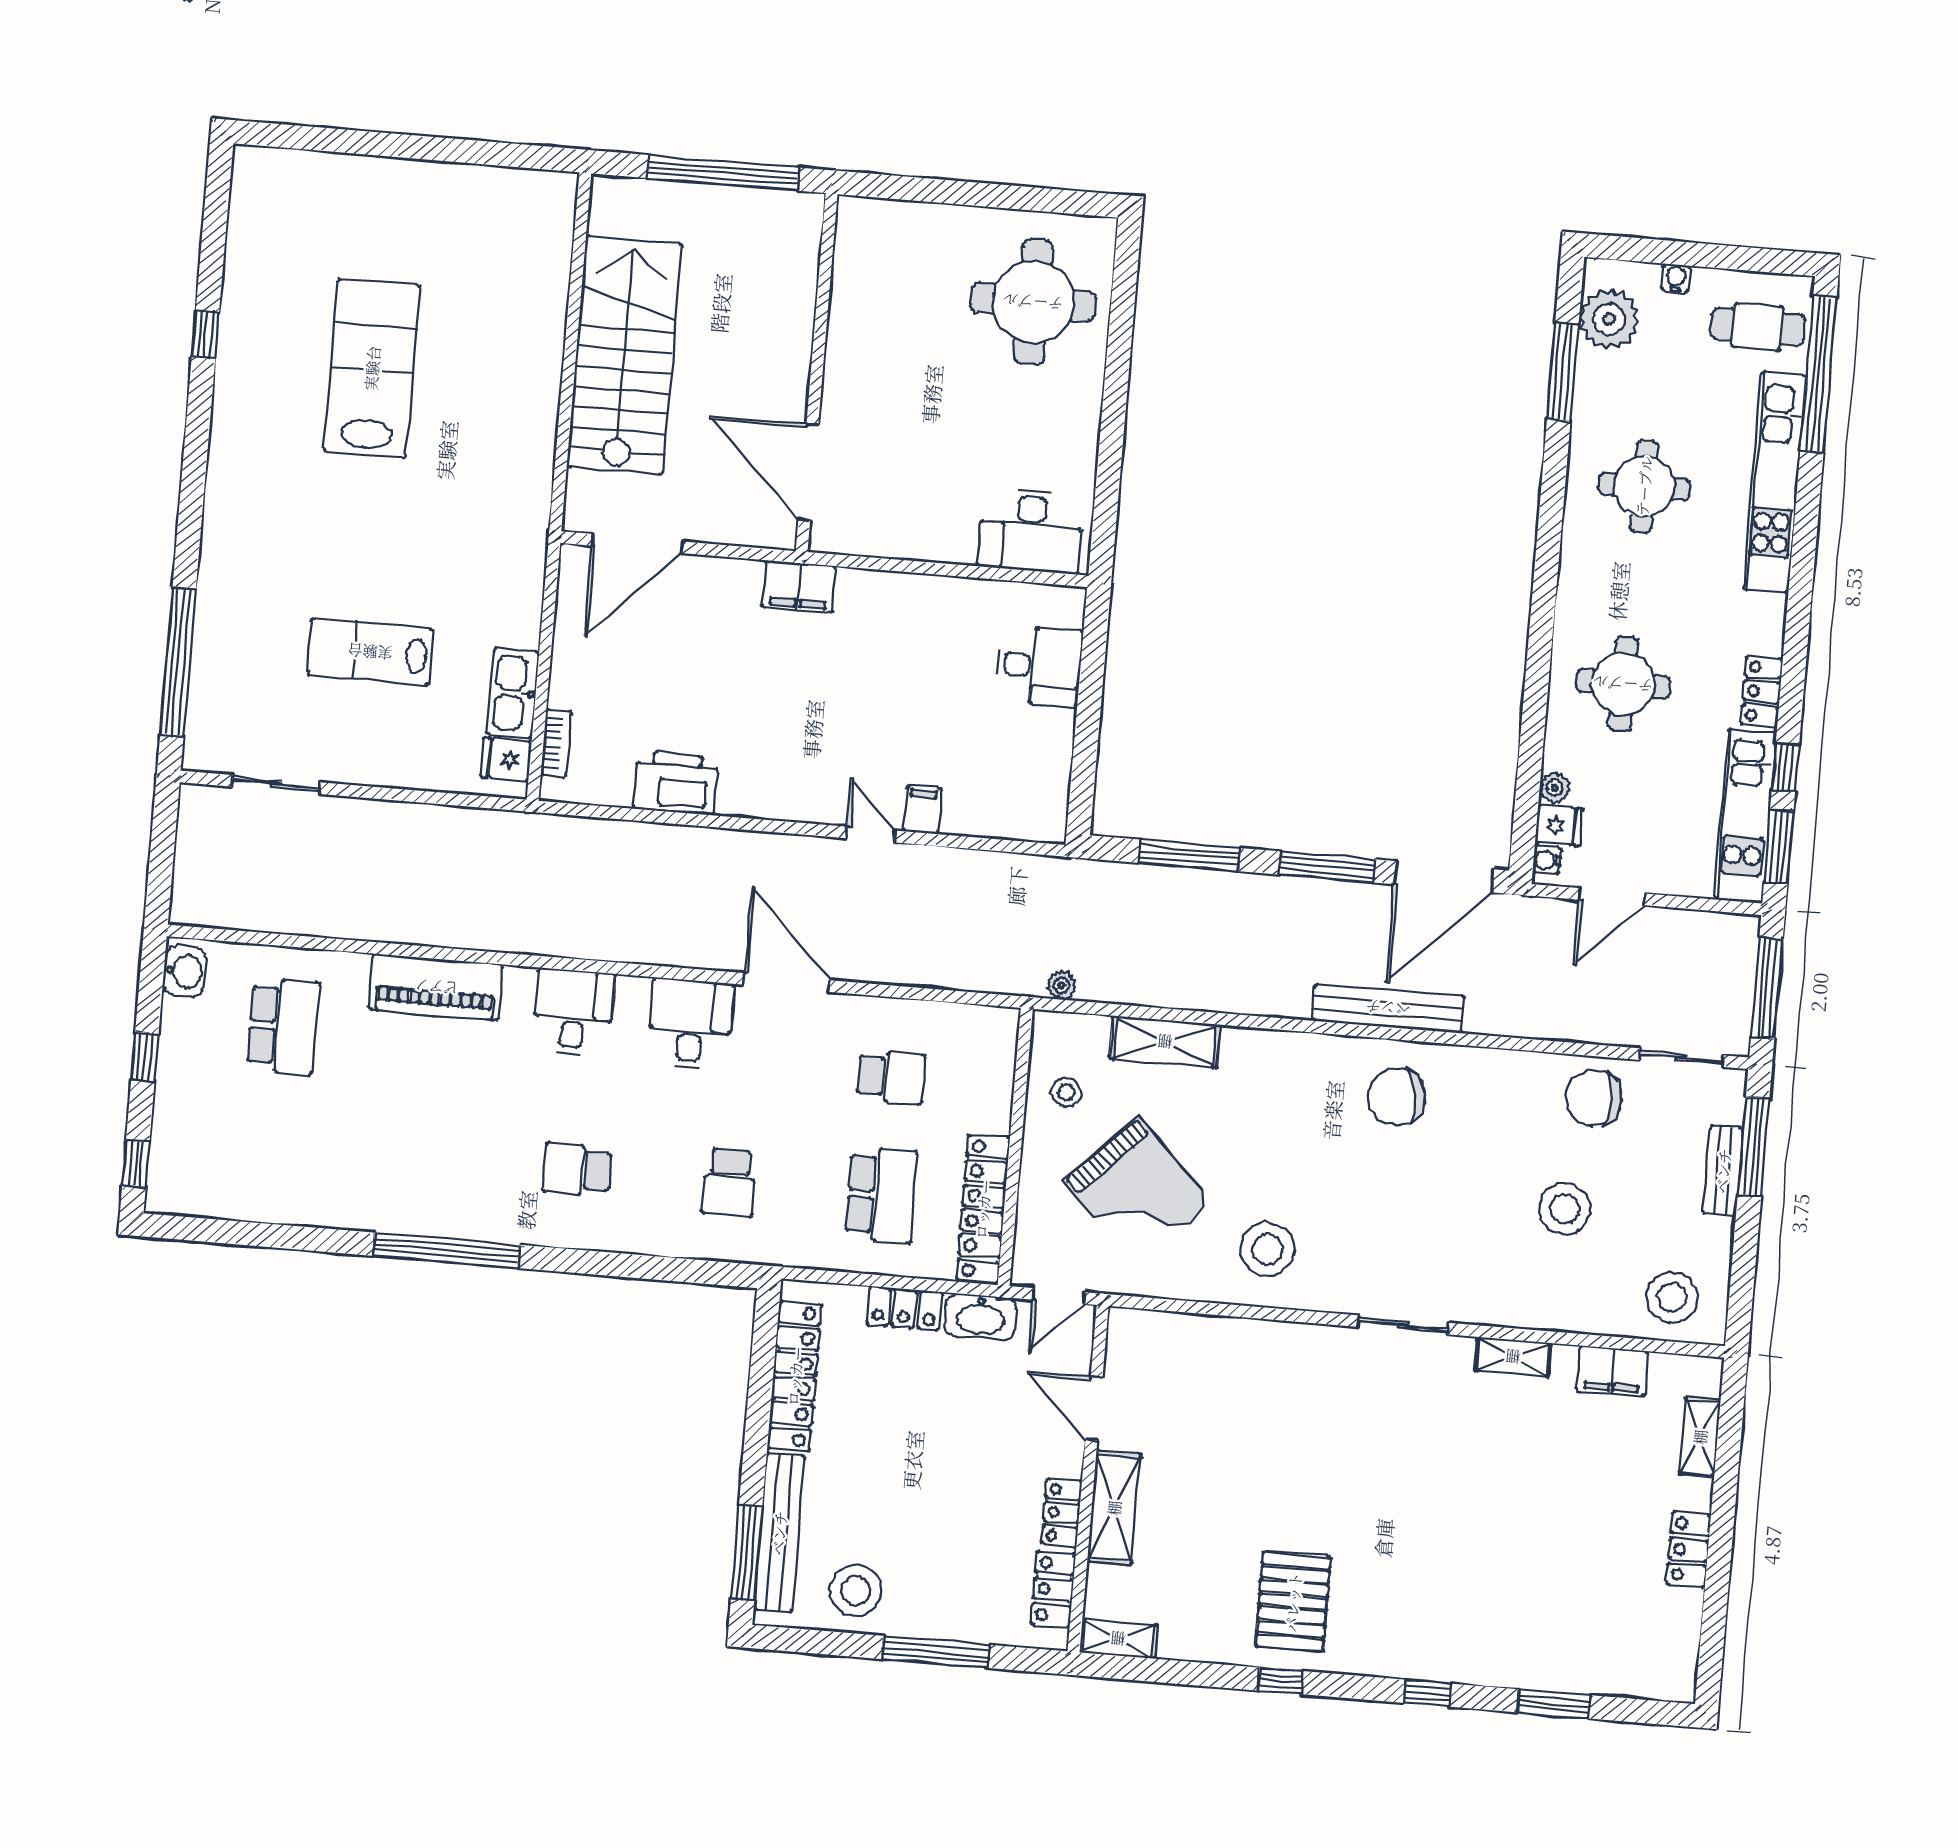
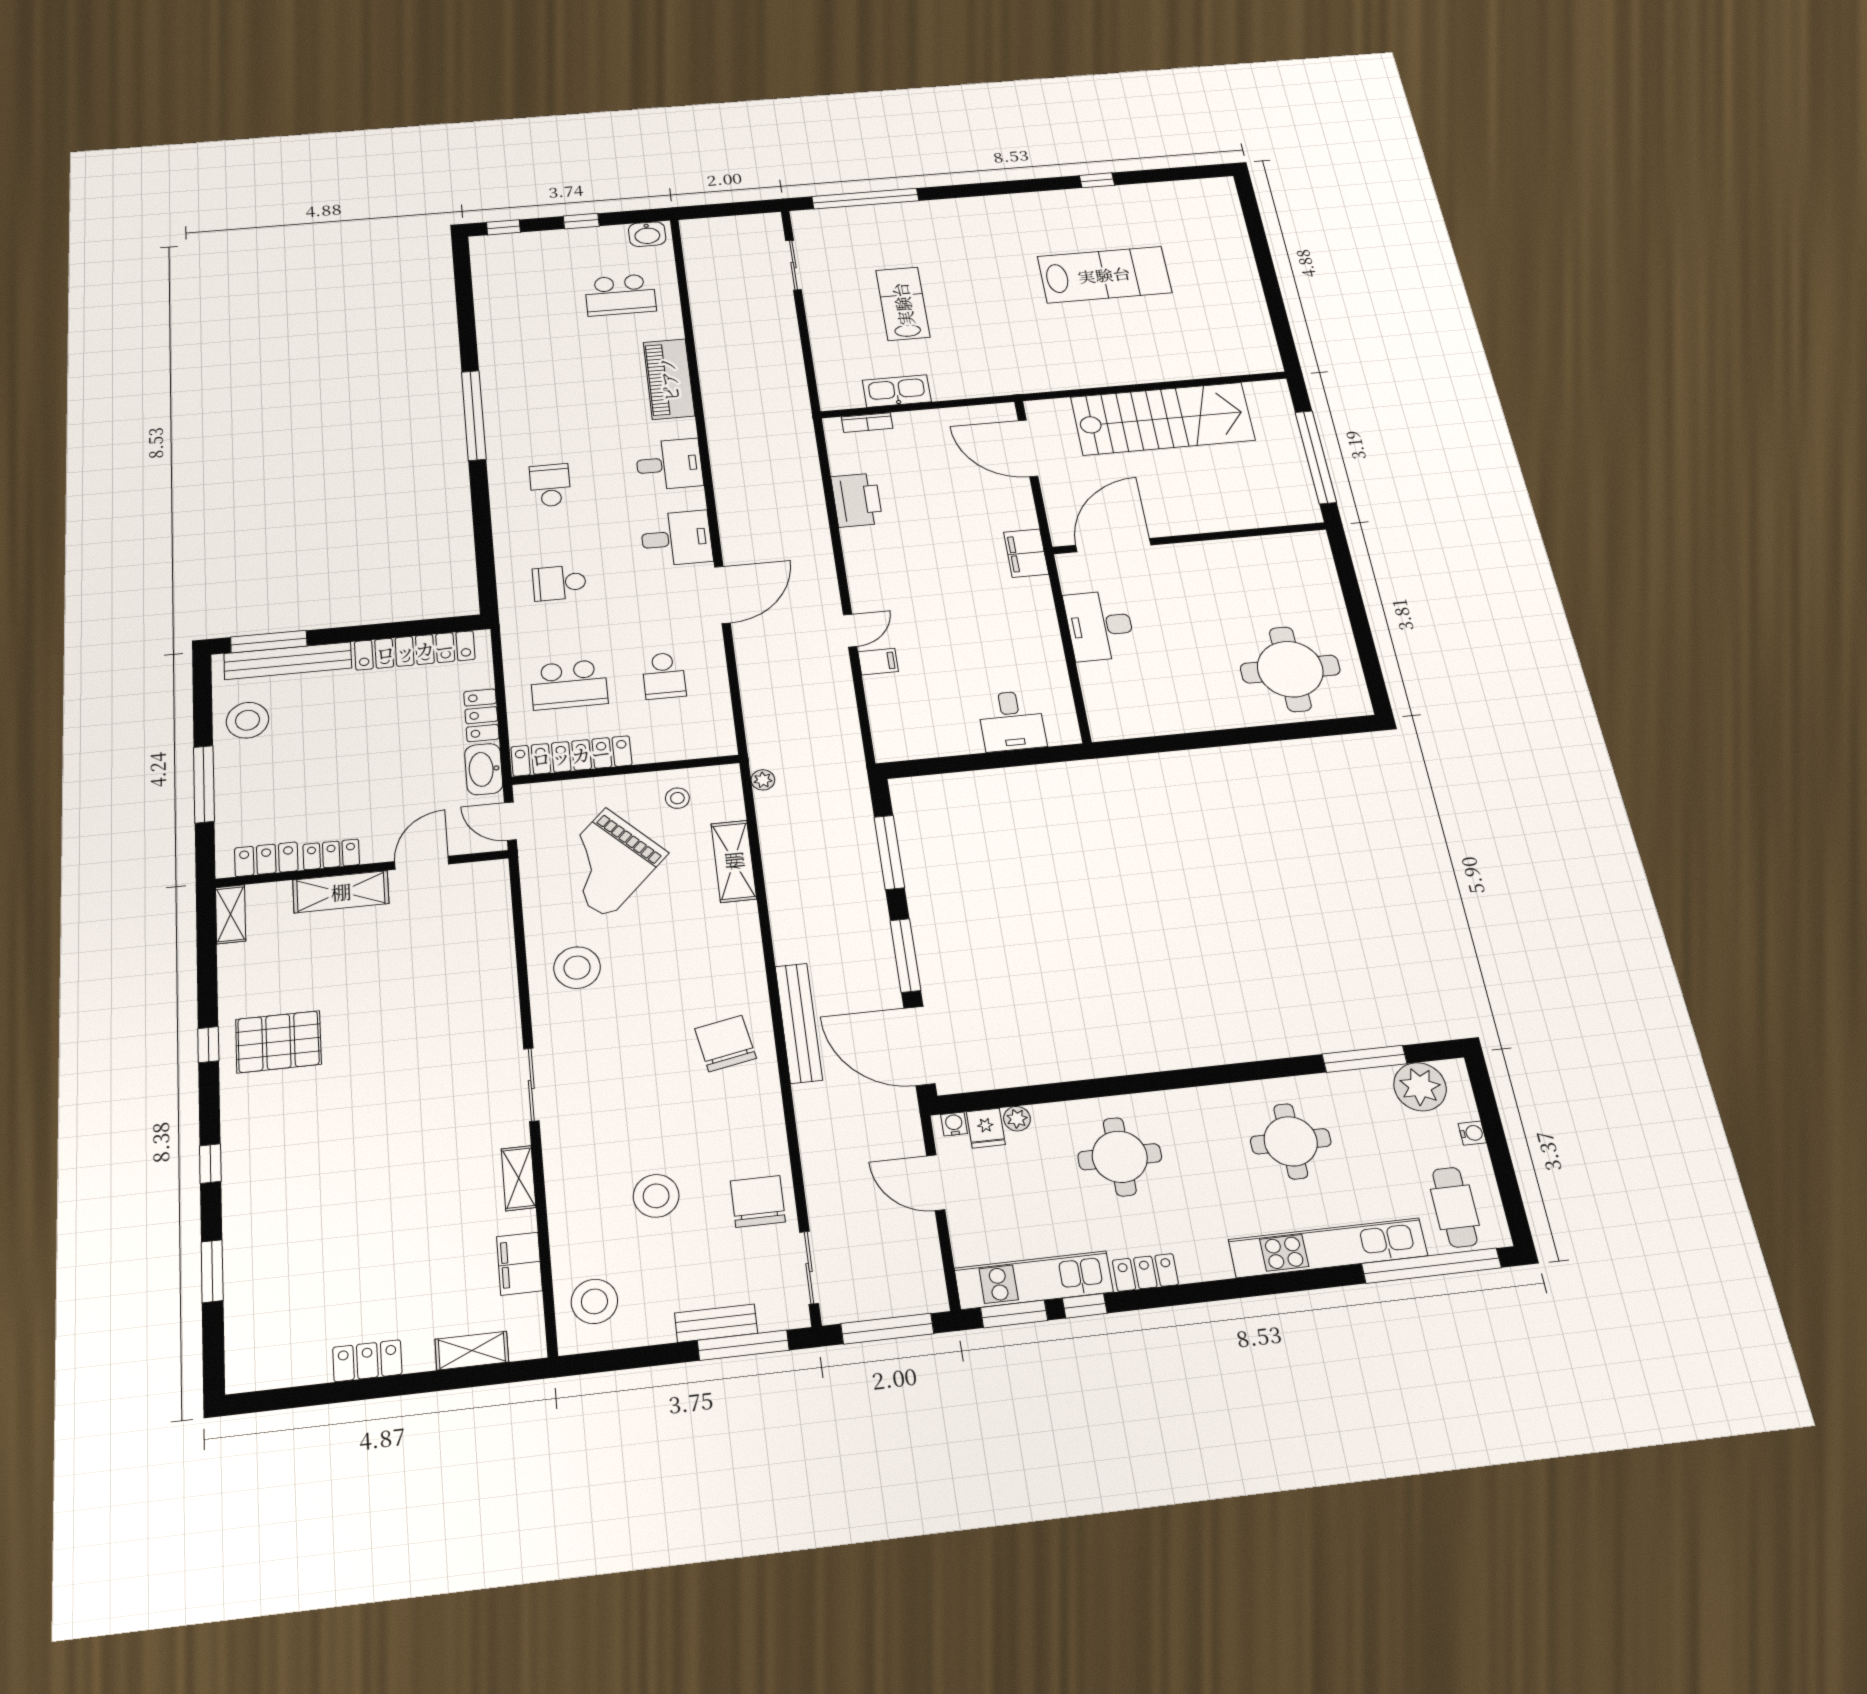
desk: (1031, 531) -> (1100, 626), moved
fridge: (506, 759) -> (847, 395), removed

